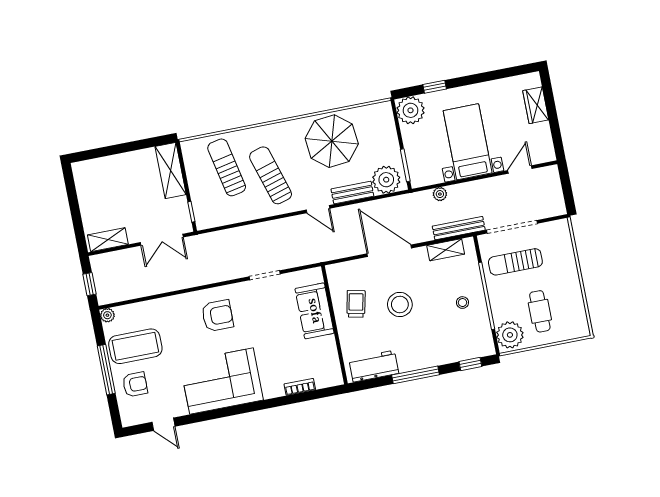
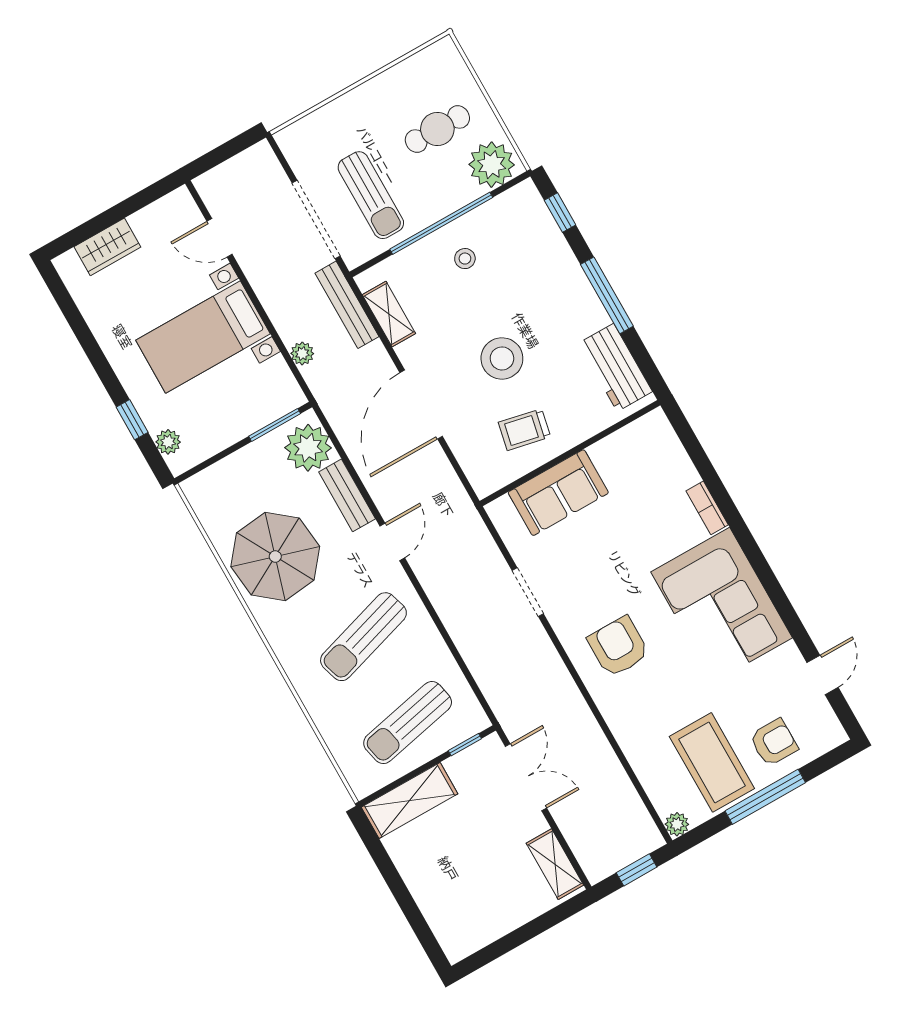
plant: (411, 110) -> (168, 442), width x0.53, depth x0.53
sun lounger: (227, 167) -> (408, 723), moved
armchair: (135, 384) -> (774, 742), turned 90
bookcase: (300, 387) -> (707, 508), moved

